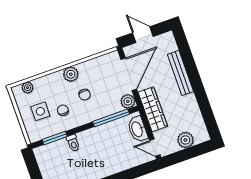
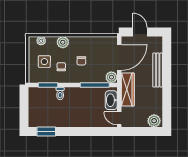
plant: (71, 74) -> (63, 42), moved
plant: (185, 140) -> (154, 121), moved

